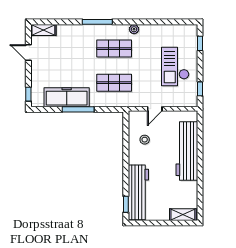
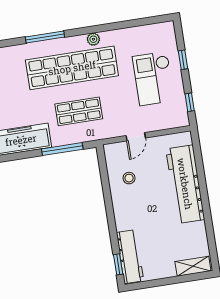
window: (200, 43) -> (183, 60), moved
shop shelf: (114, 49) -> (72, 68), width x2.00, depth x1.36
window: (78, 109) -> (62, 149), moved
workbench: (138, 192) -> (130, 257), width x0.73, depth x0.76

